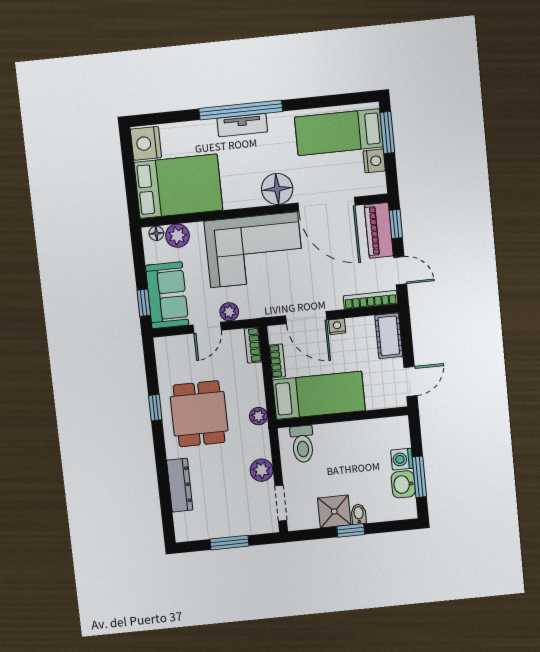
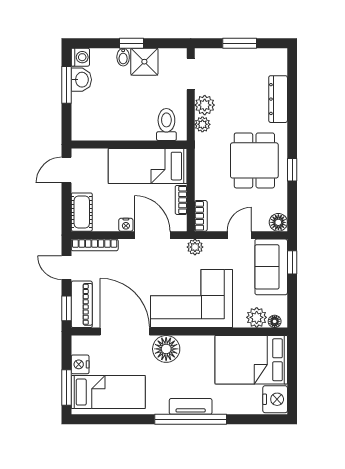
plant: (229, 312) -> (195, 247), moved
floor lamp: (164, 347) -> (278, 222), added
plant: (259, 416) -> (202, 124), moved
washing machine: (402, 459) -> (80, 57), moved

